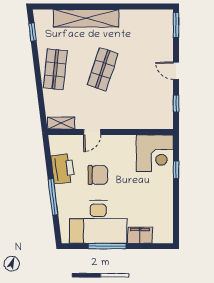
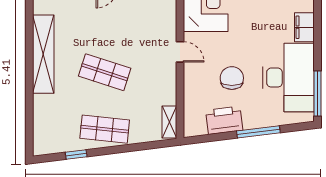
shelving: (86, 18) -> (43, 54), moved
window: (33, 32) -> (76, 155), moved
door: (92, 132) -> (180, 52), moved
window: (107, 246) -> (317, 94), moved

